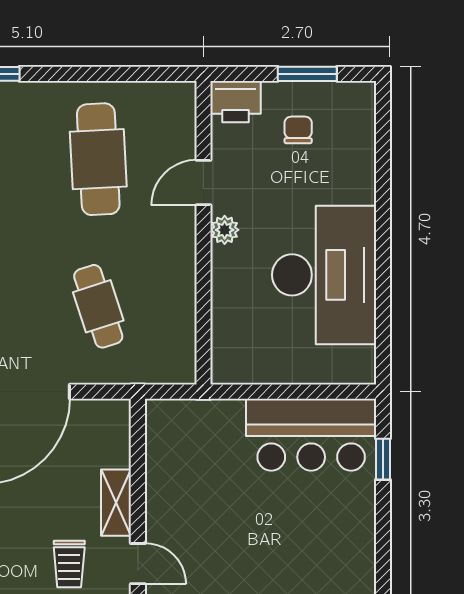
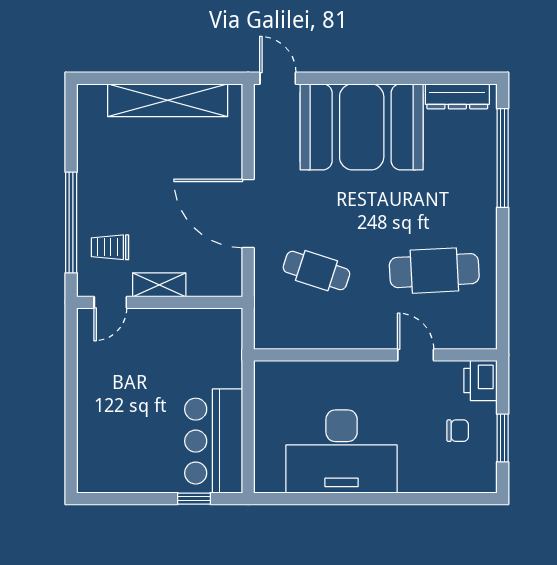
plant: (225, 230) -> (378, 372), removed
cafe table: (98, 306) -> (316, 271), turned 36

